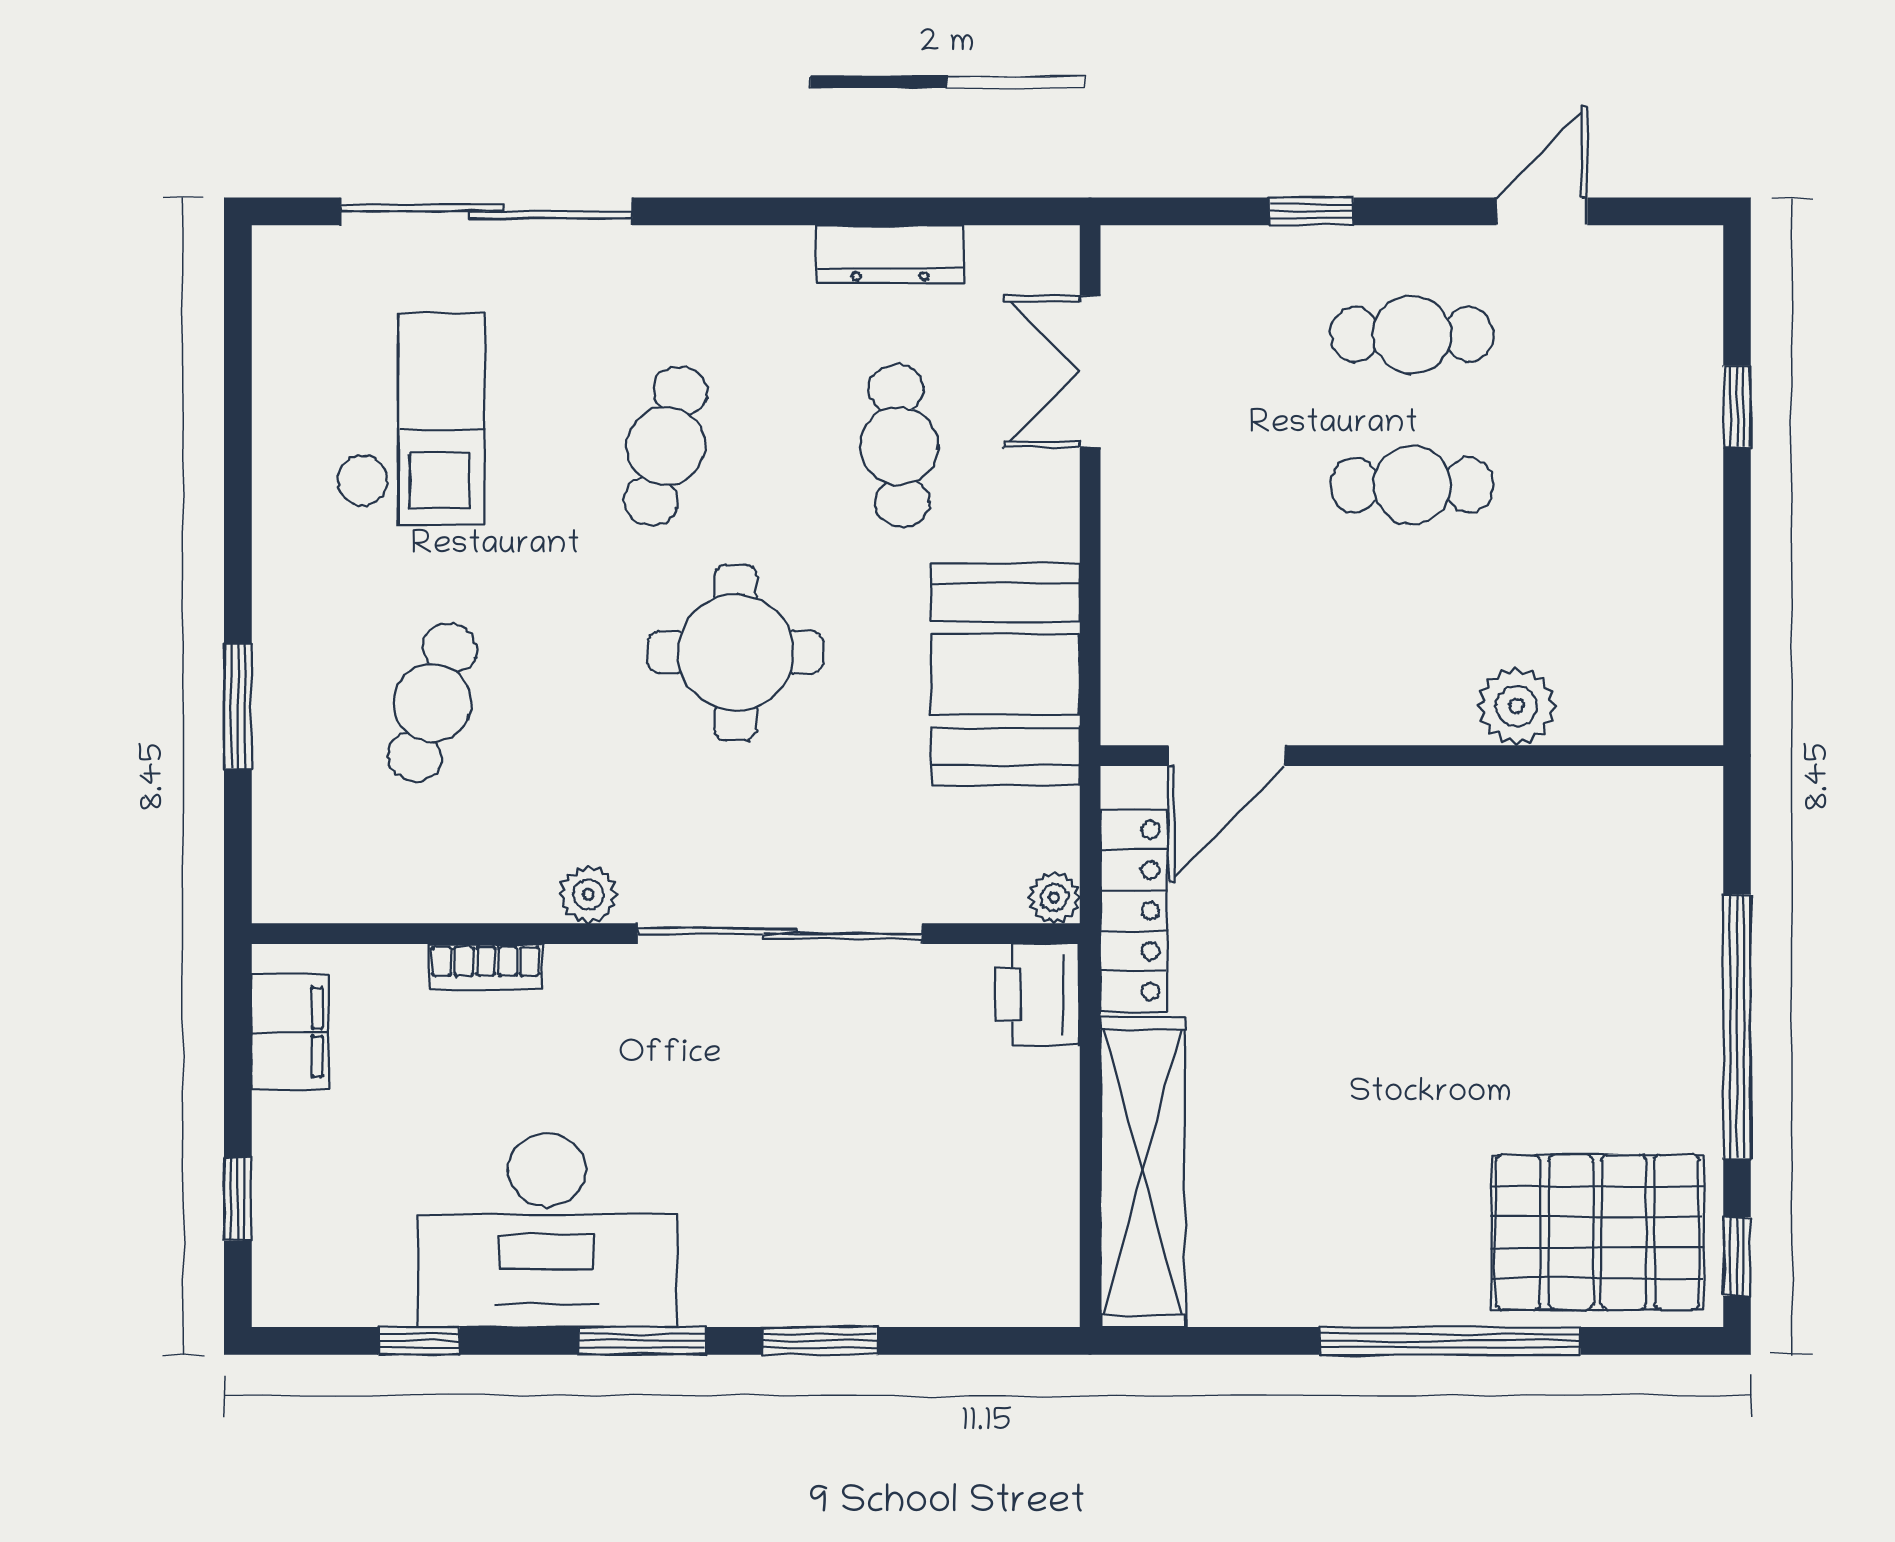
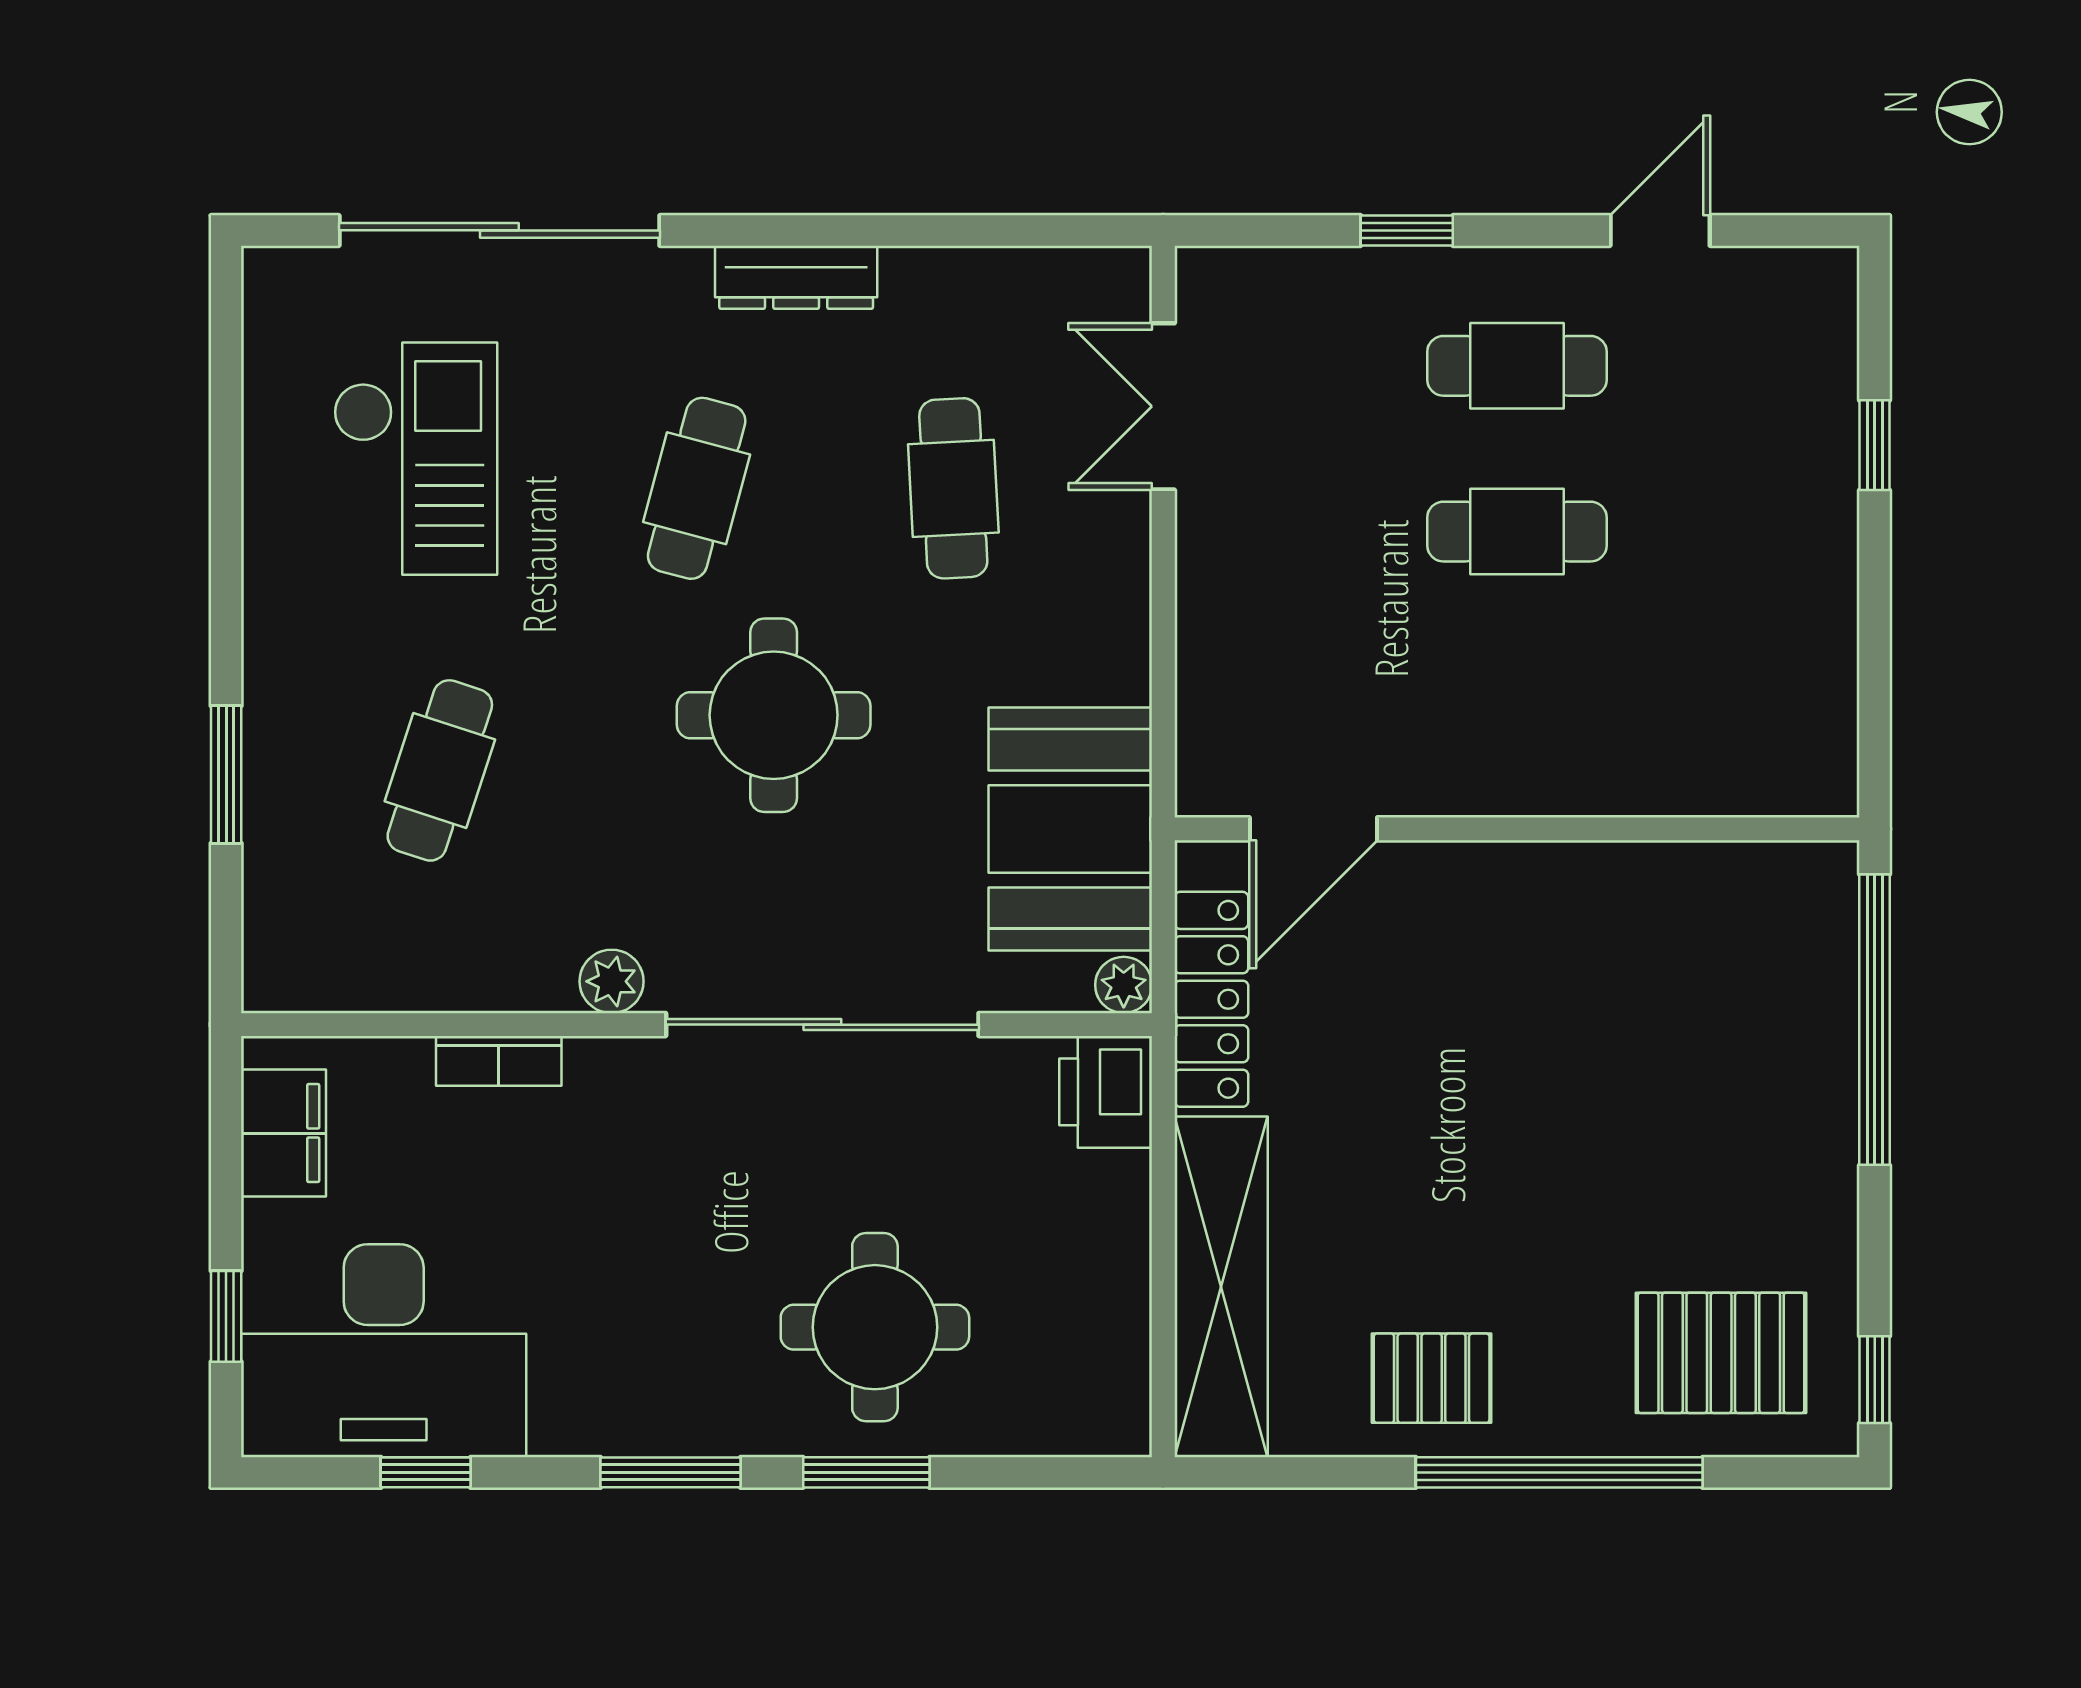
dresser: (890, 254) -> (796, 277), moved
booth: (1006, 674) -> (1070, 829), moved
plant: (1516, 706) -> (1632, 774), removed
window: (1737, 1027) -> (1875, 1020), moved
round table: (828, 1209) -> (875, 1327), added
desk: (547, 1230) -> (384, 1351), moved
pallet: (1597, 1232) -> (1721, 1353), width x0.73, depth x0.71
pallet: (1334, 1255) -> (1432, 1378), added

